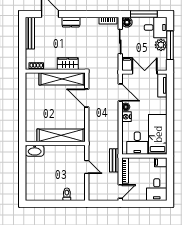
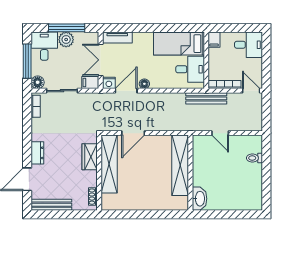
nightstand: (126, 117) -> (109, 83), moved
bench: (114, 160) -> (206, 98), width x1.36
door: (87, 167) -> (220, 133), swing flipped

